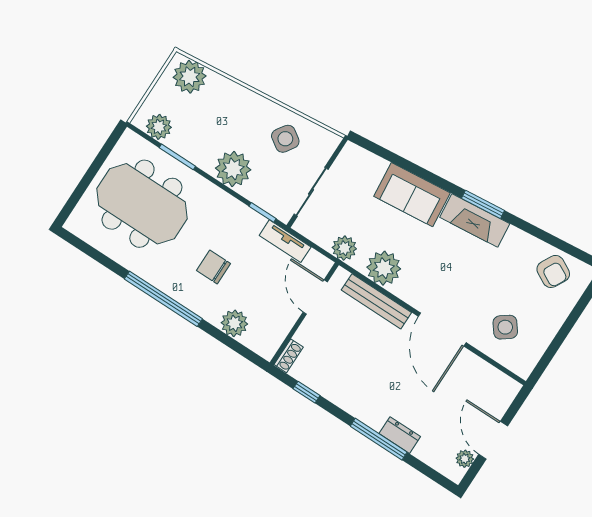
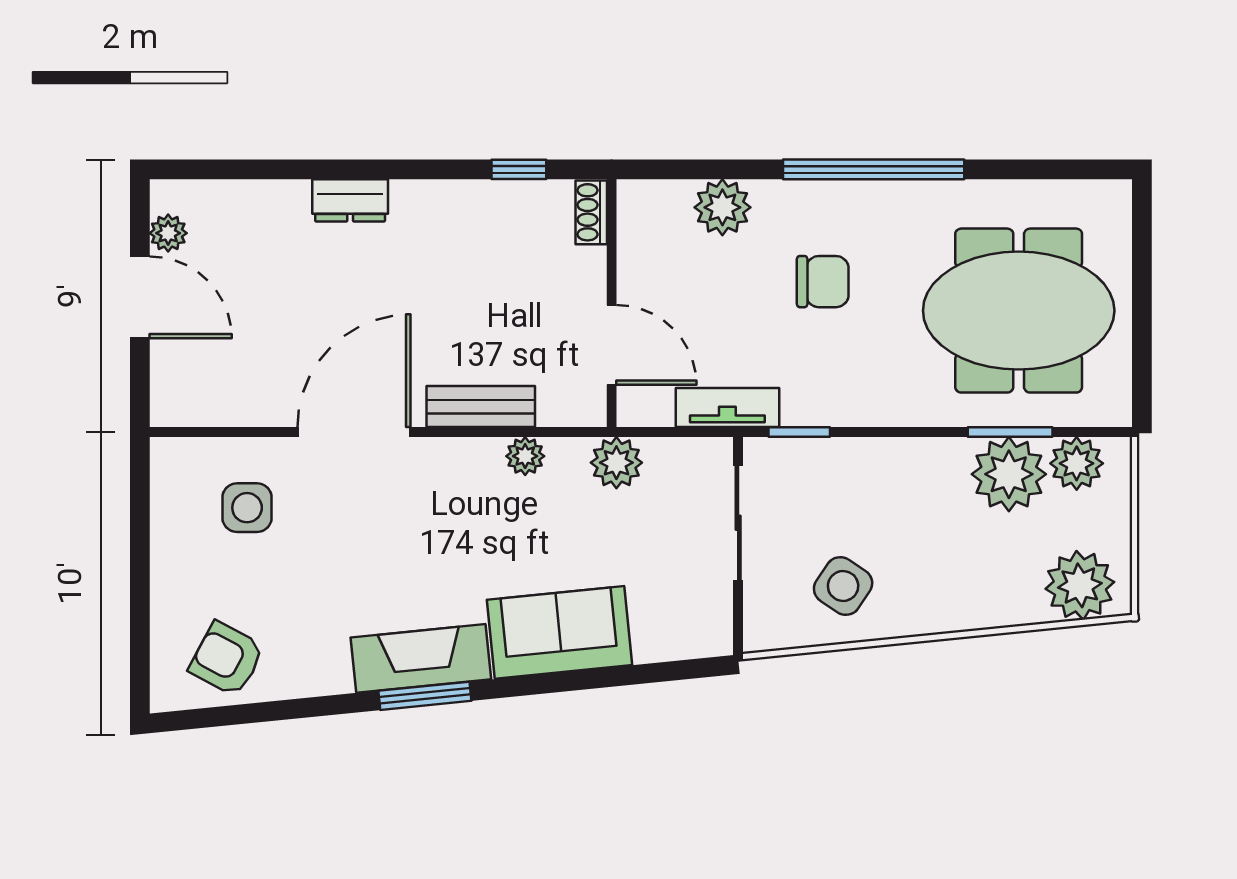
plant: (233, 169) -> (1009, 474), moved
plant: (384, 268) -> (525, 456), width x0.53, depth x0.53
bench: (376, 301) -> (481, 407), width x0.73
side table: (505, 327) -> (247, 508), turned 37
door: (442, 330) -> (354, 432), hinge flipped
dresser: (400, 435) -> (350, 200), moved
window: (379, 439) -> (340, 169), removed

